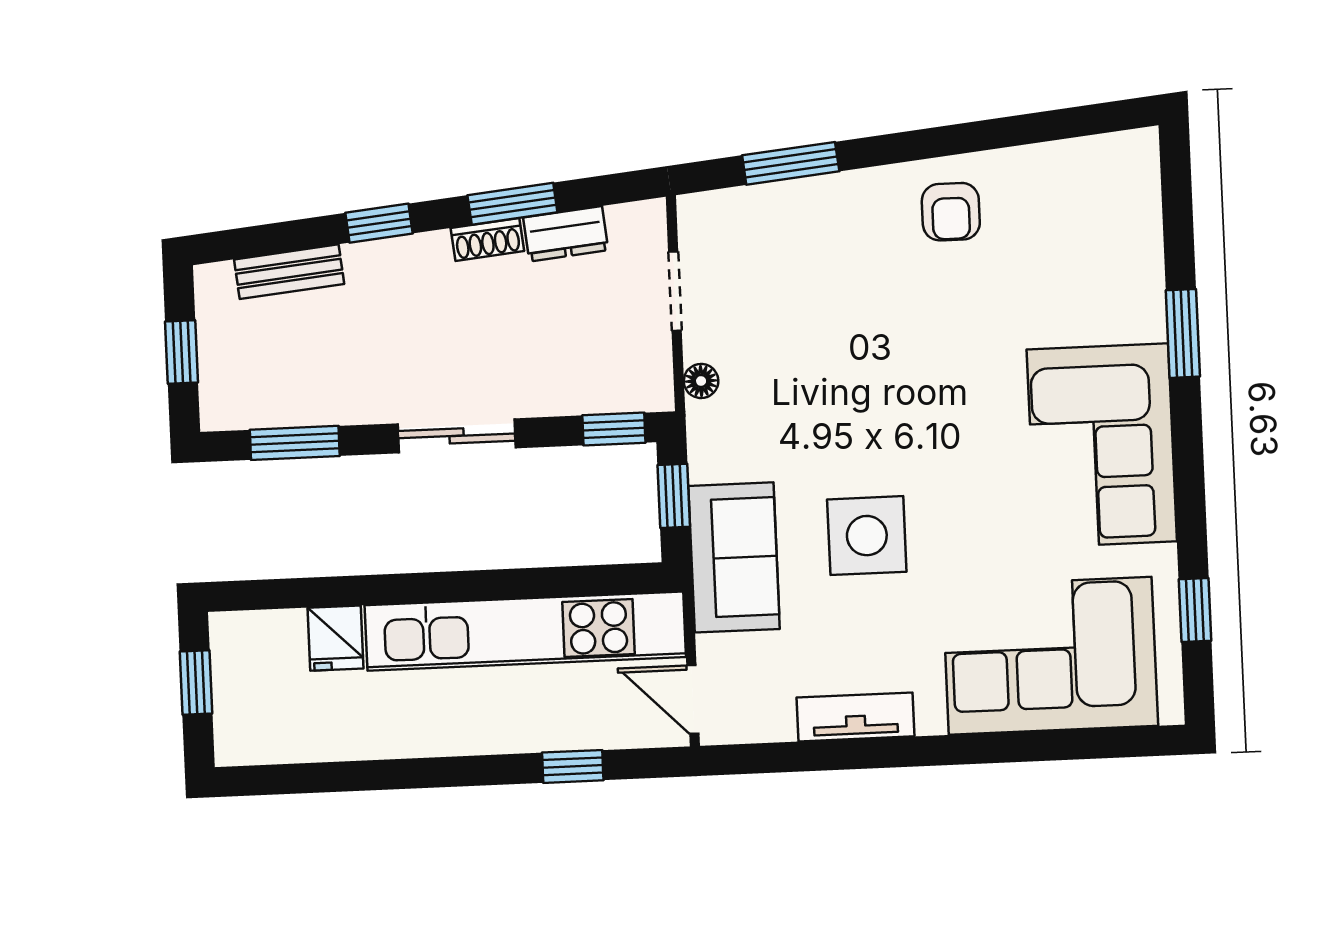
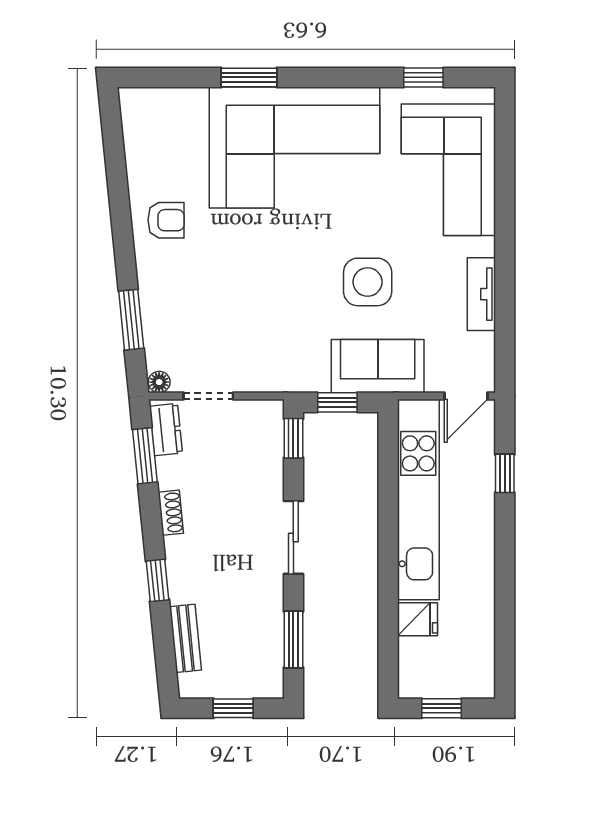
window: (512, 204) -> (145, 456), moved
dresser: (566, 234) -> (166, 430), moved
floor lamp: (701, 381) -> (159, 382), moved
corner sofa: (1102, 445) -> (295, 148), width x1.36, depth x1.36

